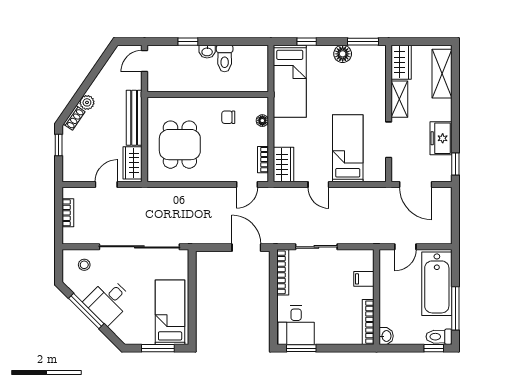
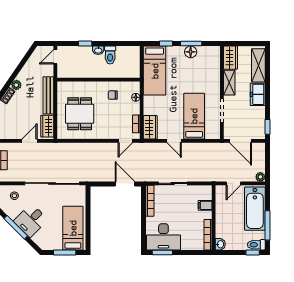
window: (363, 42) -> (191, 44), moved
freezer: (441, 138) -> (258, 94), moved
plant: (445, 237) -> (260, 177), added
desk: (296, 325) -> (163, 237), width x1.37

